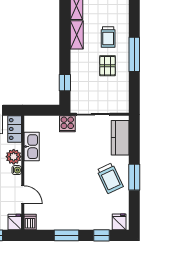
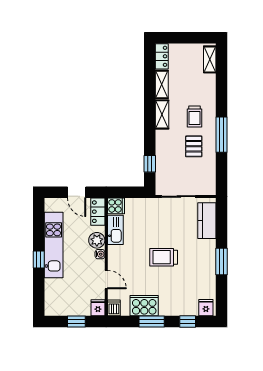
cooker: (67, 124) -> (116, 206), moved, turned -90
trolley: (110, 178) -> (164, 257), moved, turned 115
cooker: (60, 220) -> (144, 306), added

